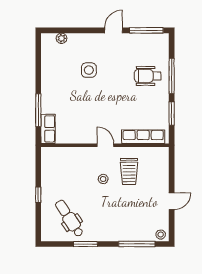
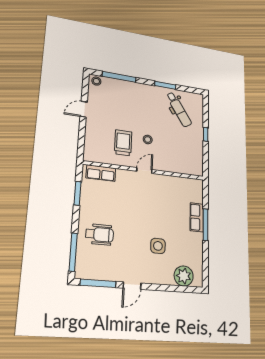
plant: (61, 38) -> (184, 276), width x1.88, depth x1.88
window: (172, 76) -> (73, 252), moved
window: (38, 110) -> (206, 225), moved
row of seats: (48, 129) -> (197, 217), moved
row of seats: (143, 137) -> (101, 173), width x0.68
door: (105, 145) -> (144, 170), swing flipped

